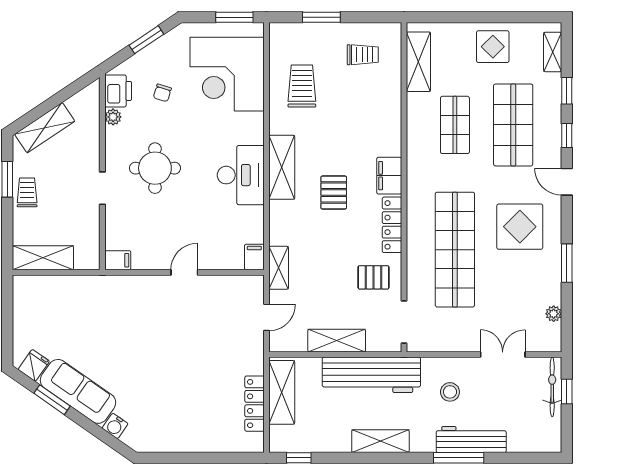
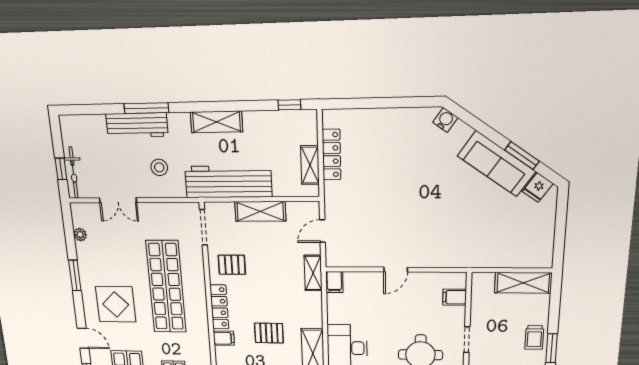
filing cabinet: (389, 176) -> (224, 338), width x0.50
pallet: (334, 193) -> (269, 333), turned 90
filing cabinet: (118, 260) -> (455, 297), moved
shelving: (282, 392) -> (310, 165), width x0.67, depth x0.75
water cooler: (115, 426) -> (445, 120), moved

